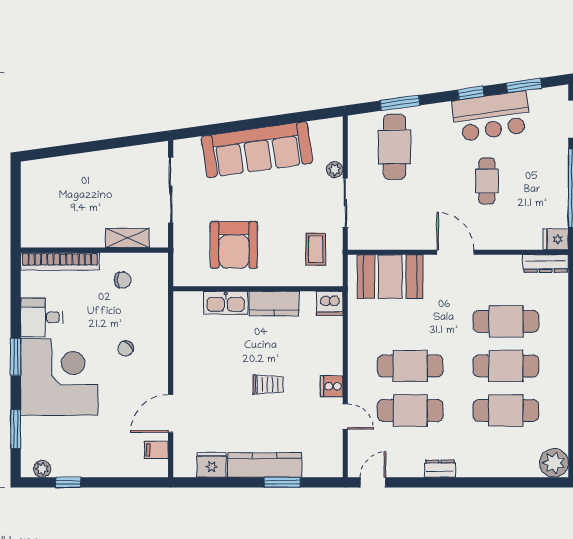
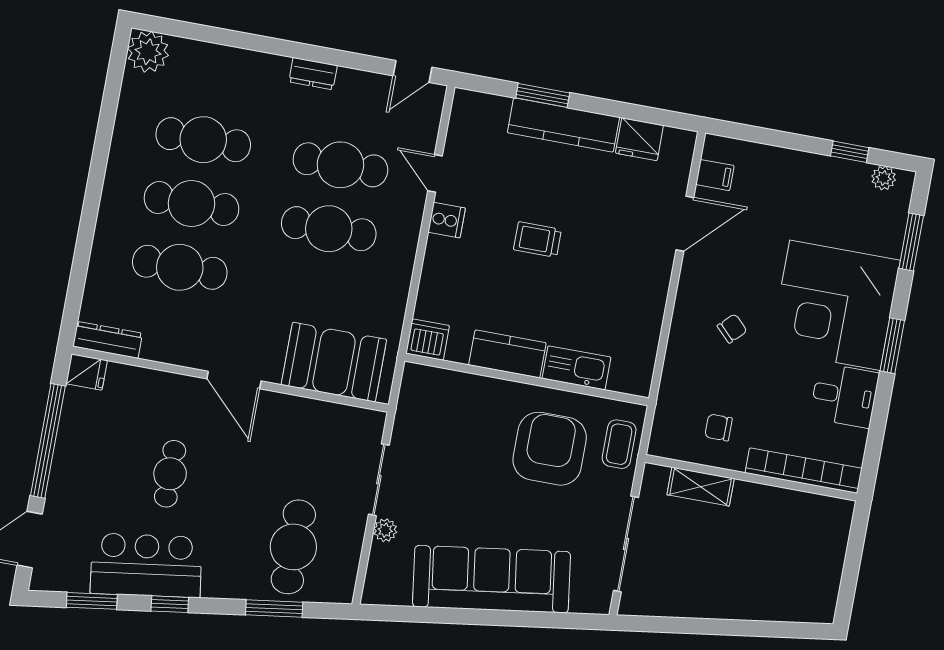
coffee table: (316, 249) -> (619, 444), moved

